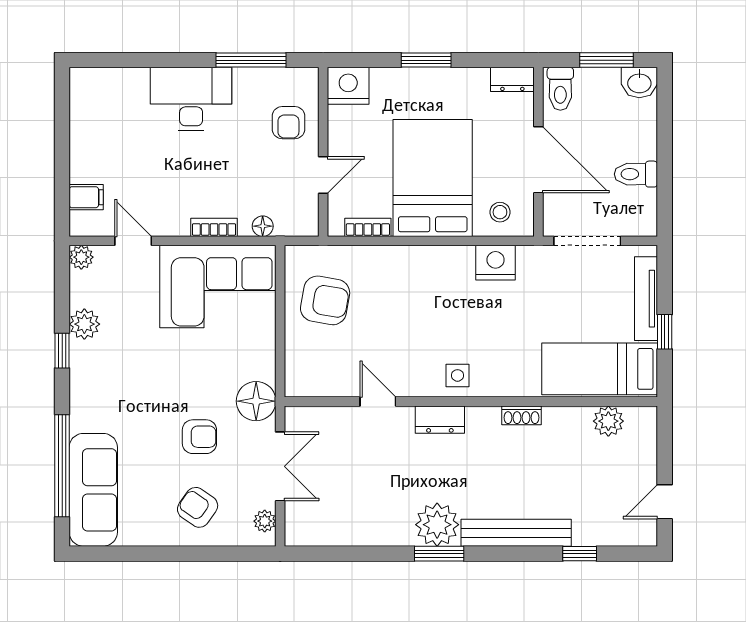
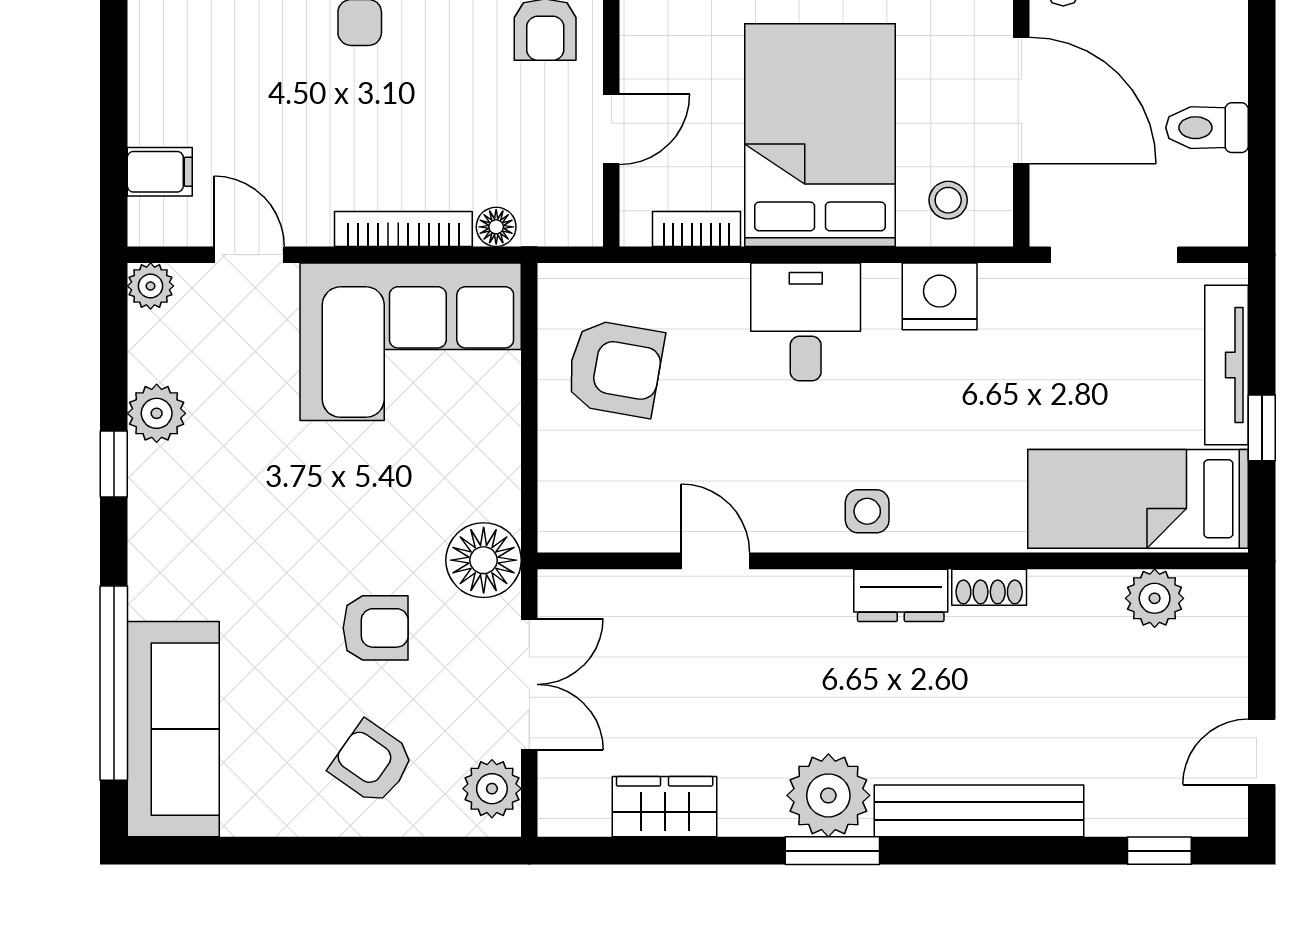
bookcase: (214, 227) -> (403, 229), width x1.56
desk: (425, 276) -> (806, 322), added
dresser: (440, 420) -> (901, 595), moved
plant: (265, 521) -> (492, 789), width x1.38, depth x1.38
wardrobe: (351, 531) -> (665, 807), added
window: (580, 554) -> (1159, 851), moved

